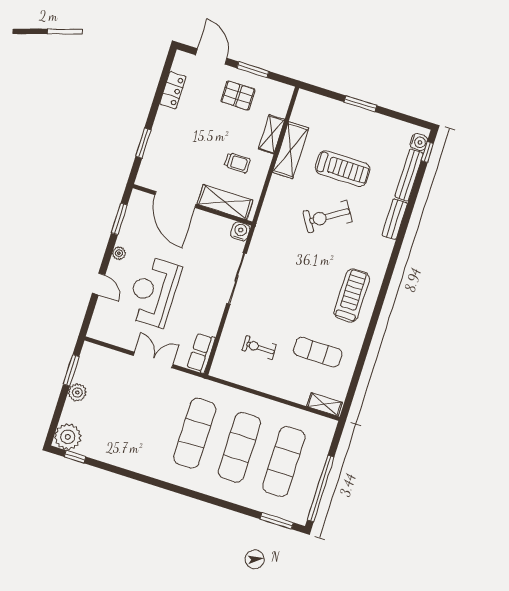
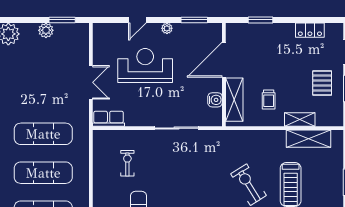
shelving: (291, 150) -> (309, 139), moved
water cooler: (240, 231) -> (215, 100), moved

